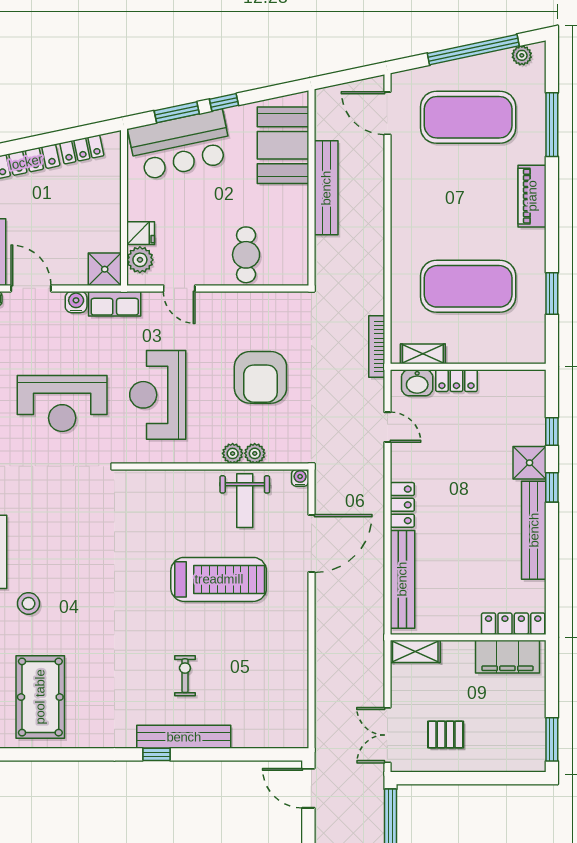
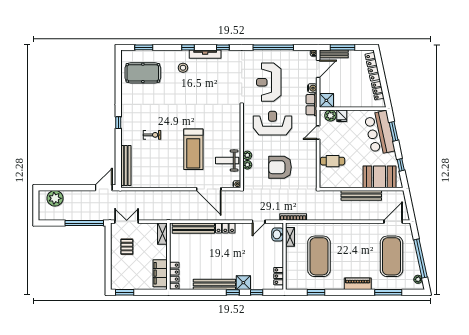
window: (224, 102) -> (401, 165), moved
locker: (456, 381) -> (279, 276), moved
bench: (184, 737) -> (126, 166), moved

